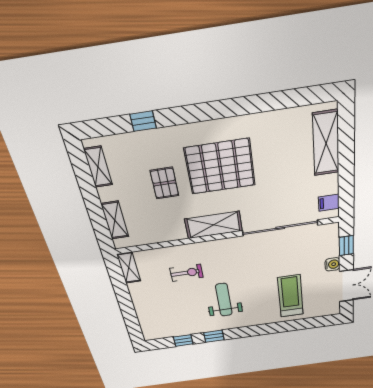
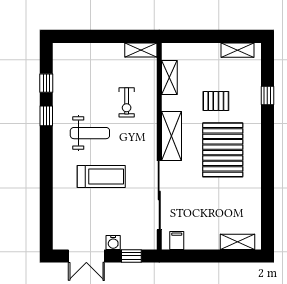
shelving: (326, 143) -> (238, 242), width x0.67, depth x0.75
shelving: (115, 220) -> (169, 78), moved, turned 90
treadmill: (290, 296) -> (101, 177), moved

